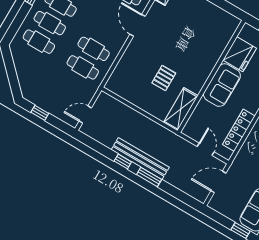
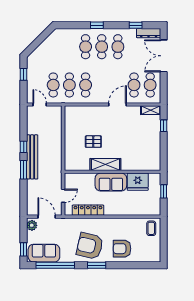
cafe table: (39, 42) -> (53, 85), moved
shelving: (181, 109) -> (105, 164), moved
plant: (218, 205) -> (32, 225), added

